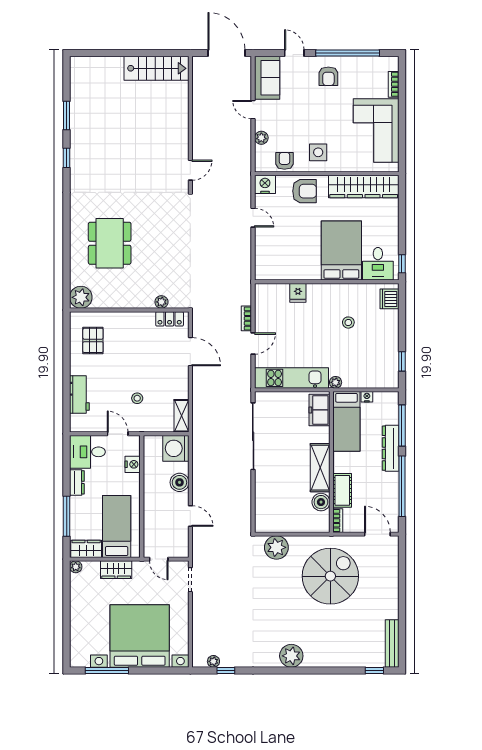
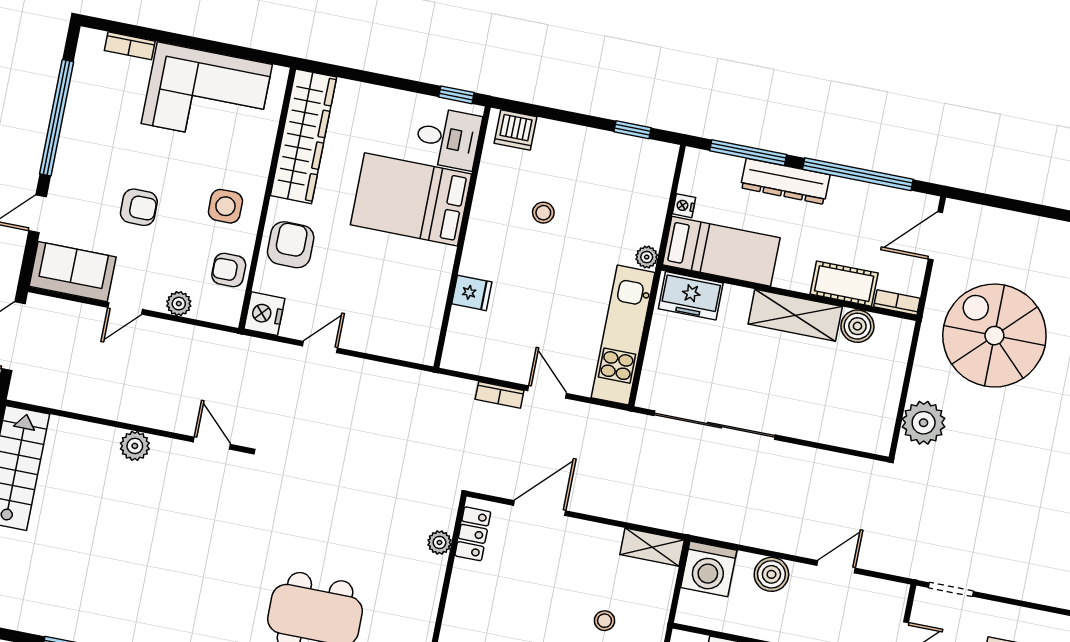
armchair: (328, 76) -> (139, 207), moved
plant: (181, 129) -> (135, 446), added

